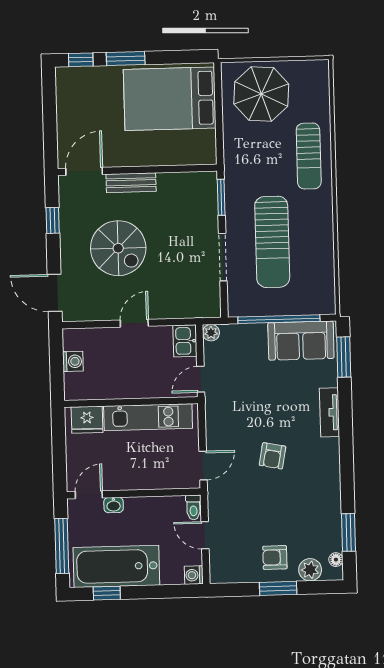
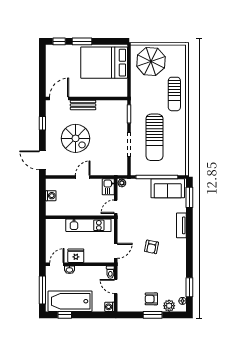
fridge: (87, 420) -> (76, 256), moved, turned 180

